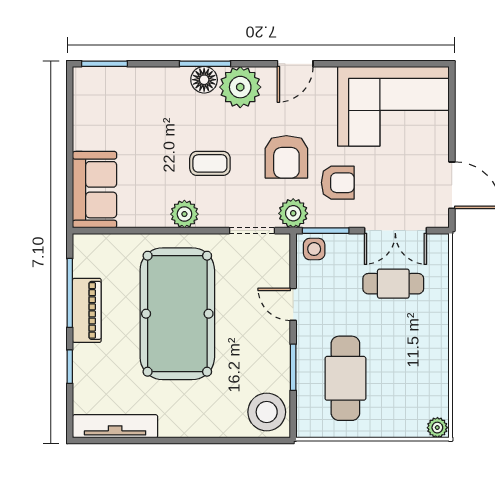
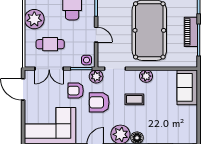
armchair: (286, 157) -> (99, 102), turned -90
double door: (395, 231) -> (49, 69), swing flipped
plant: (428, 338) -> (34, 19), added

